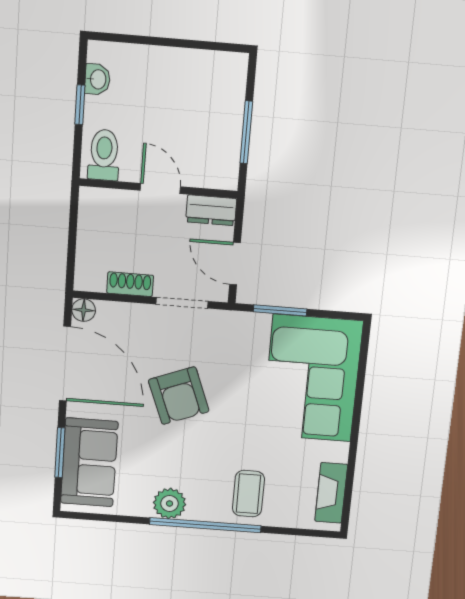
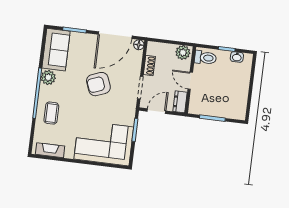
door: (160, 189) -> (190, 81), swing flipped
plant: (95, 209) -> (183, 52), added
sofa: (89, 462) -> (56, 50), moved, turned -90
coffee table: (248, 494) -> (51, 113), turned 90

